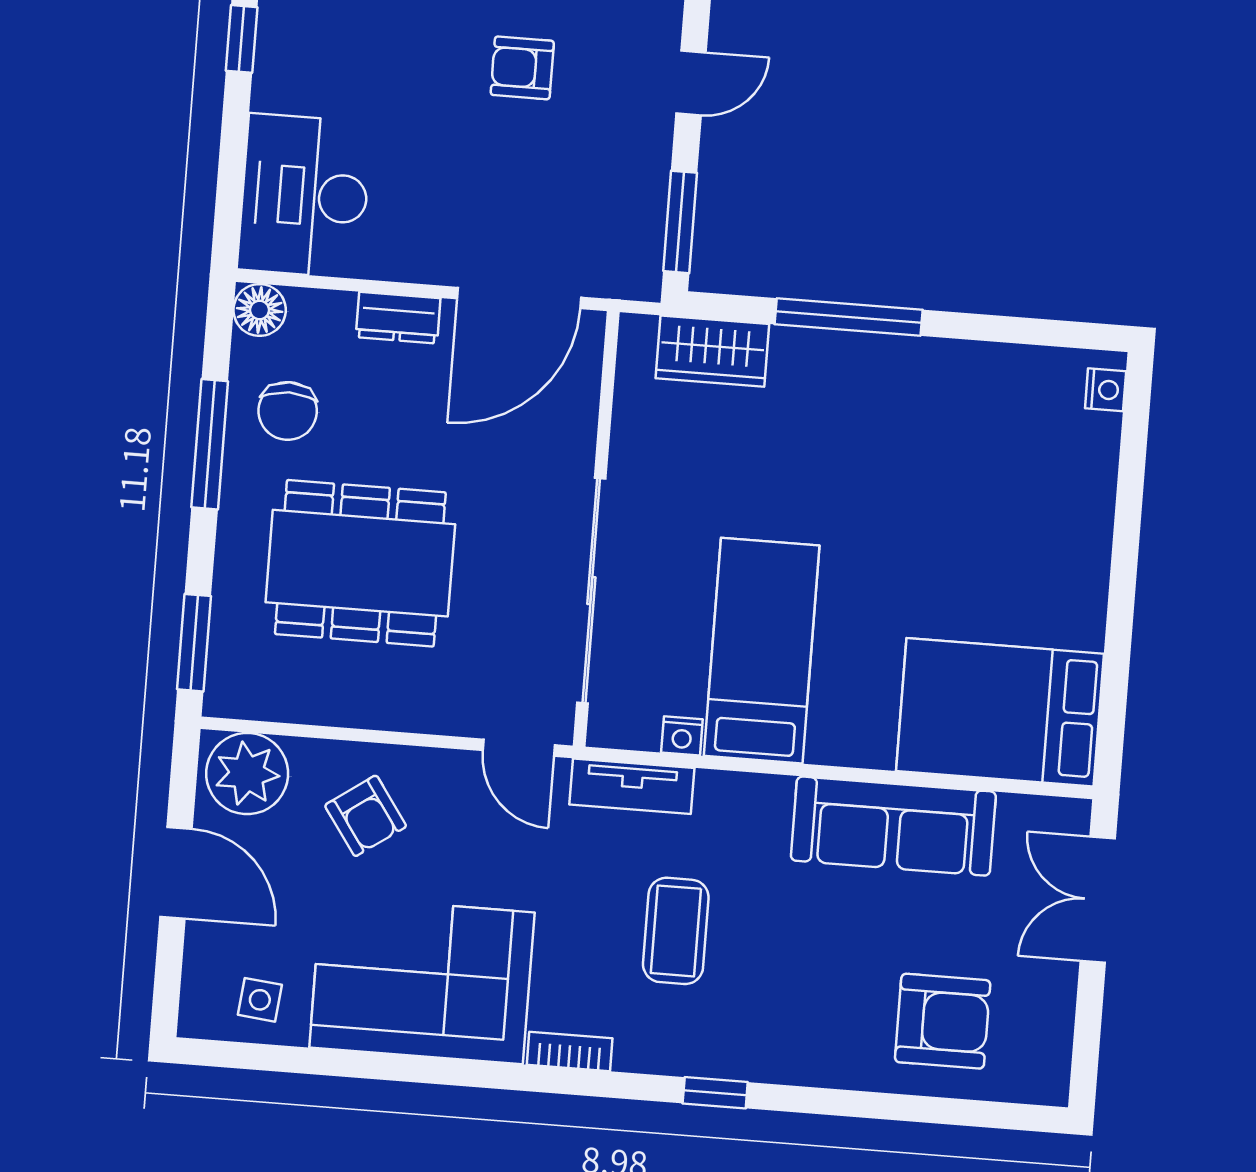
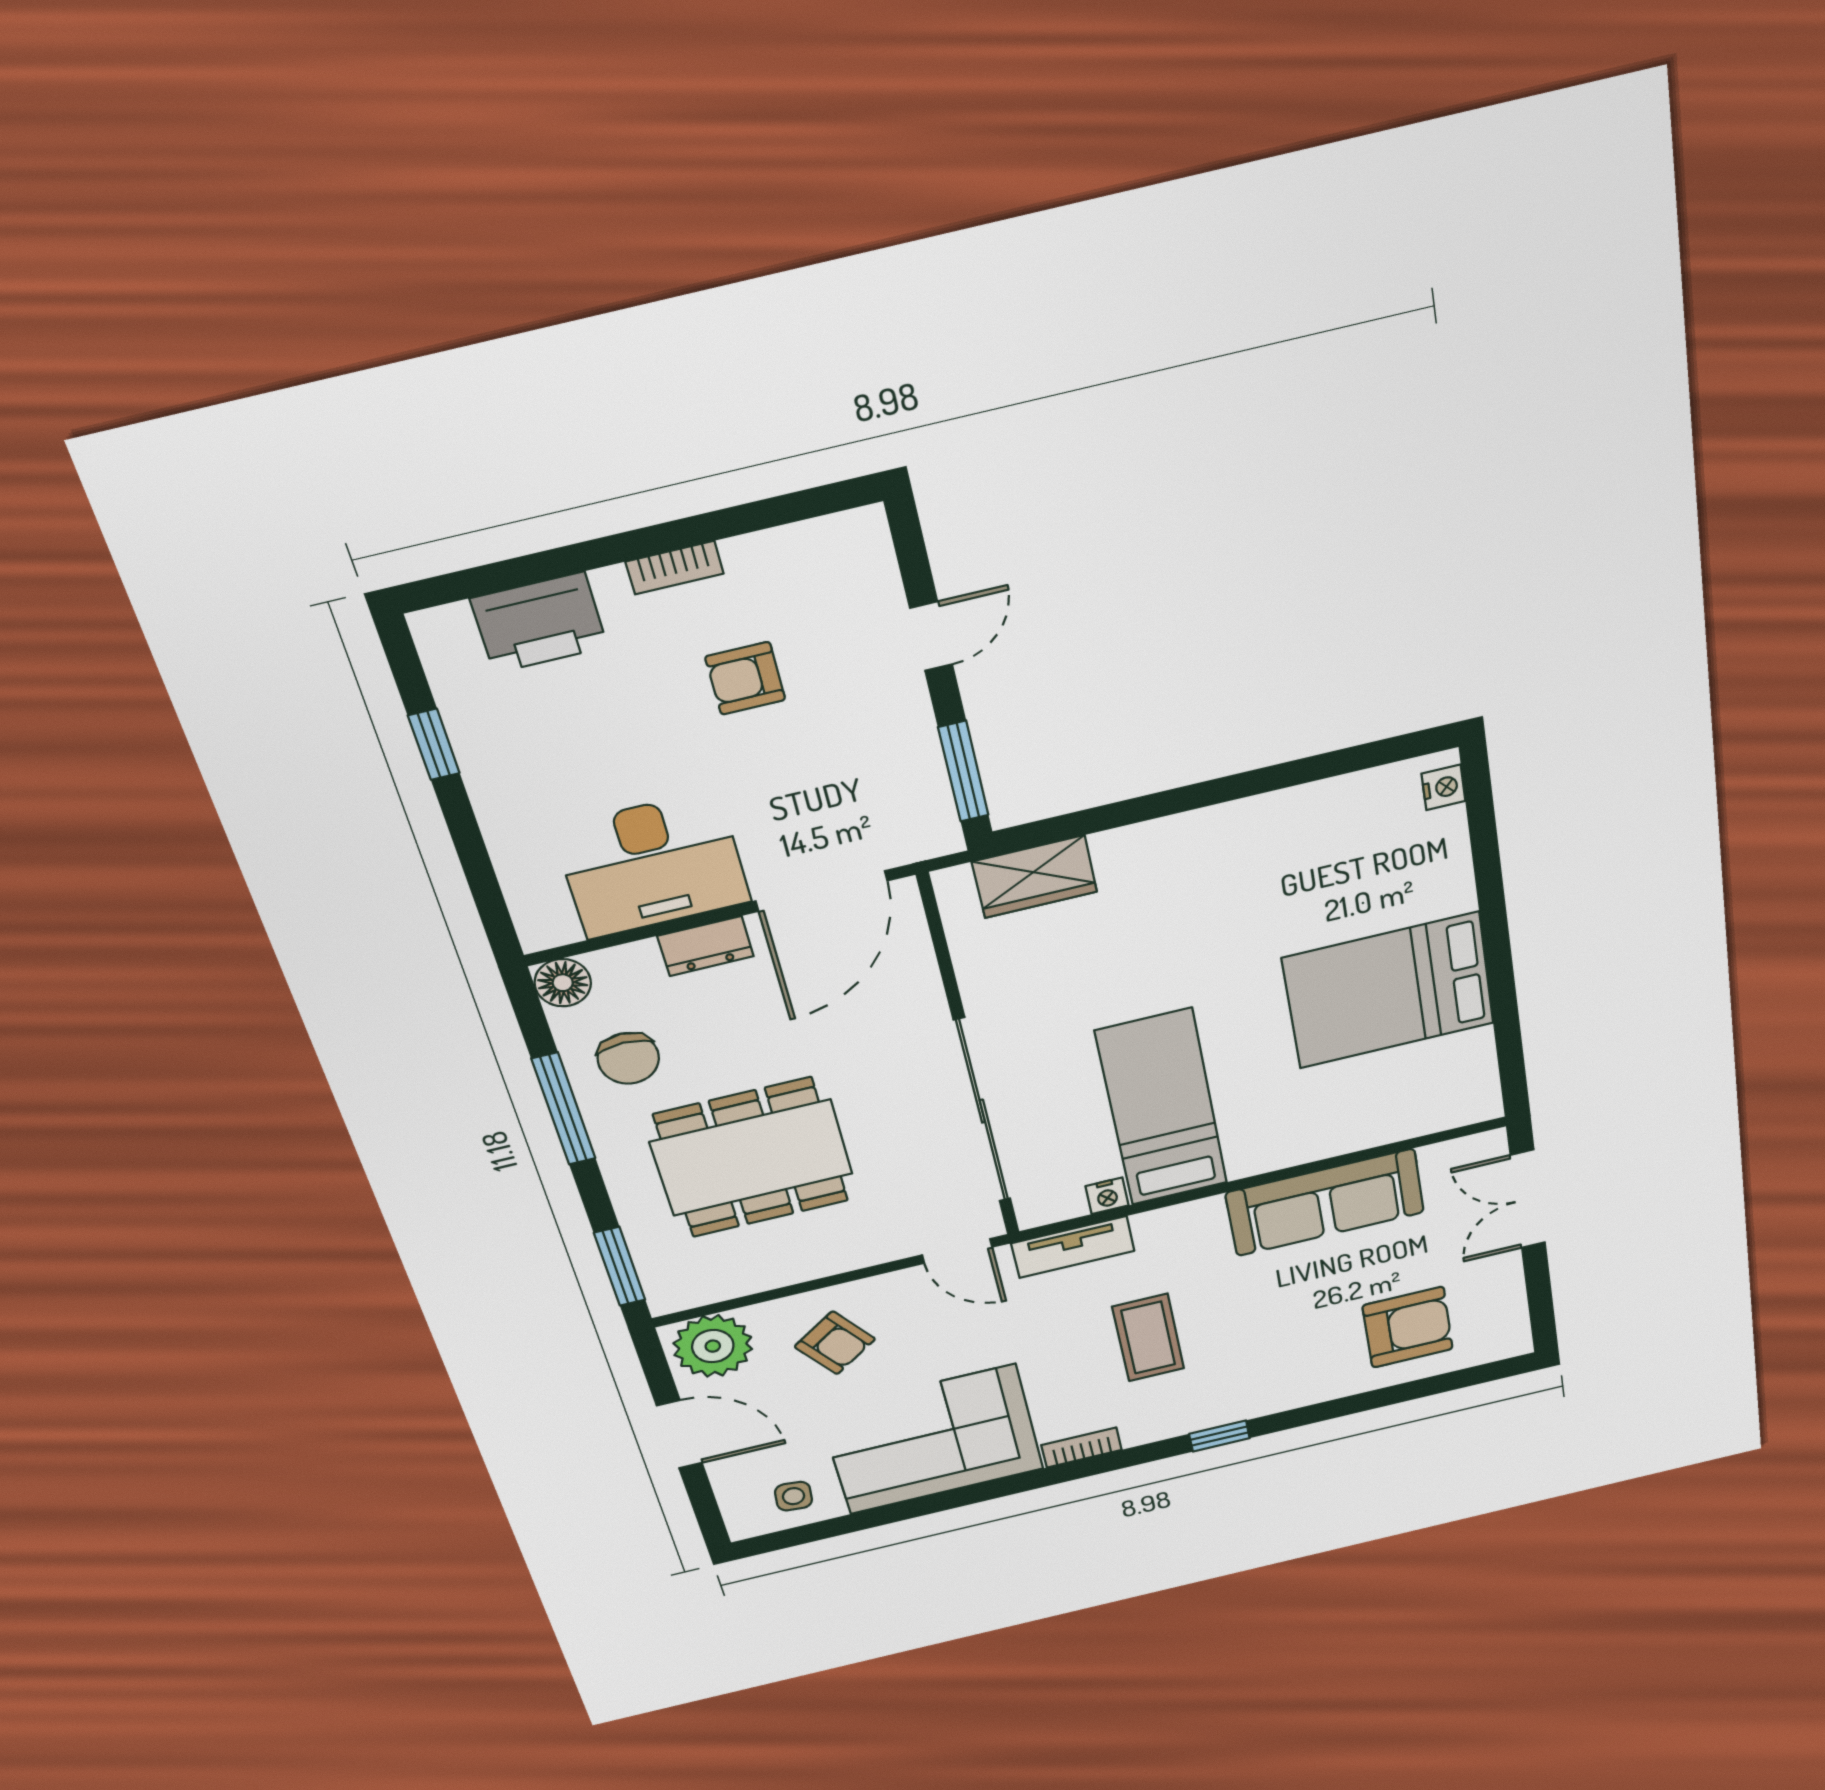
desk: (304, 196) -> (652, 865), moved, turned -90
window: (849, 317) -> (1164, 804), removed
bed: (1000, 712) -> (1389, 991), moved

